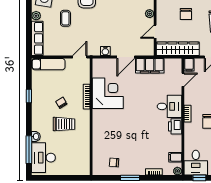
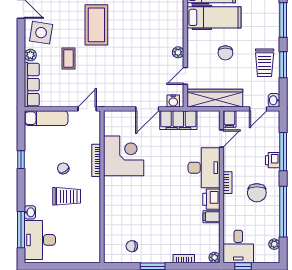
water cooler: (105, 51) -> (173, 101), moved
desk: (169, 106) -> (204, 168), width x1.37
filing cabinet: (175, 157) -> (212, 217), moved

